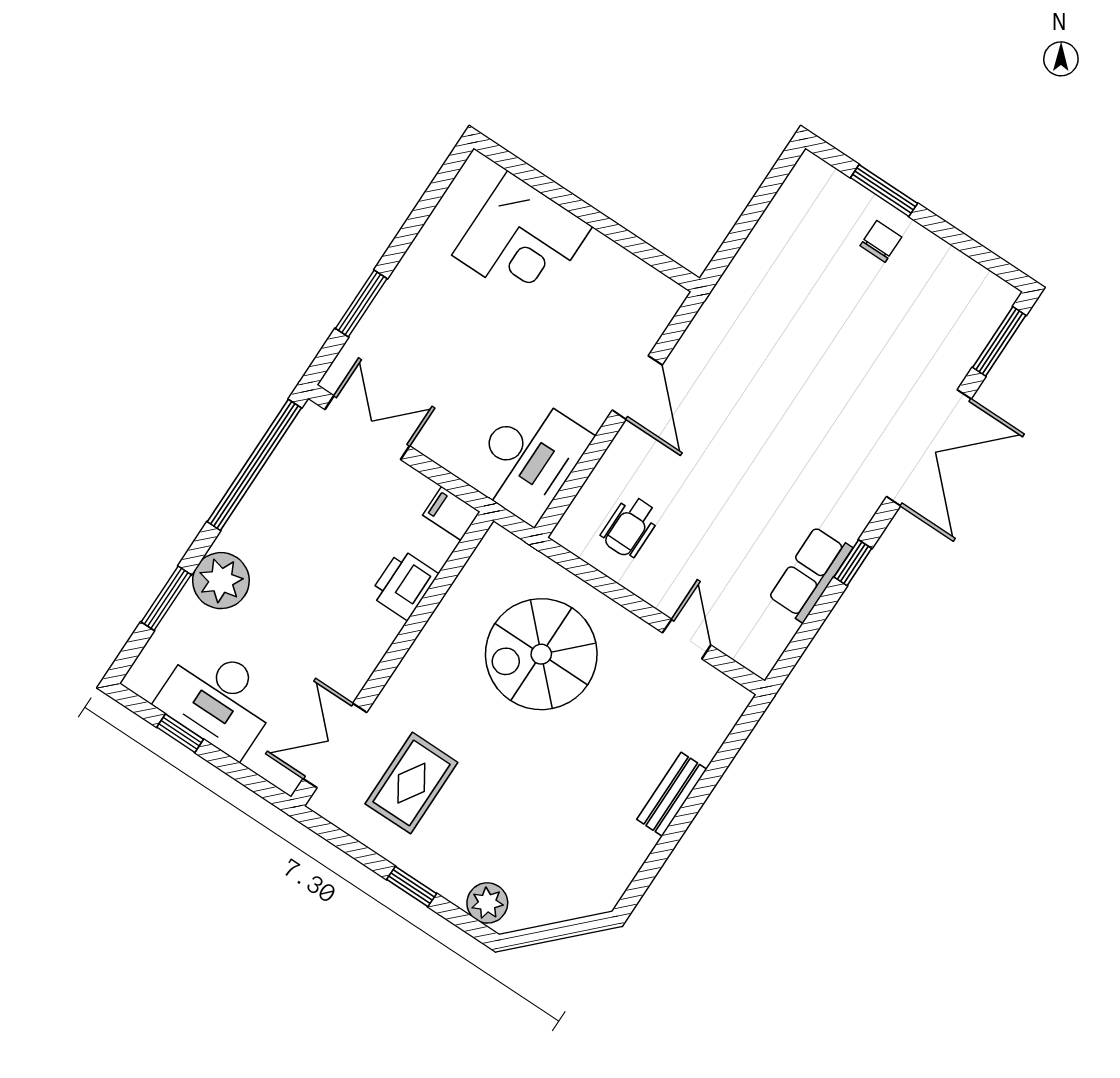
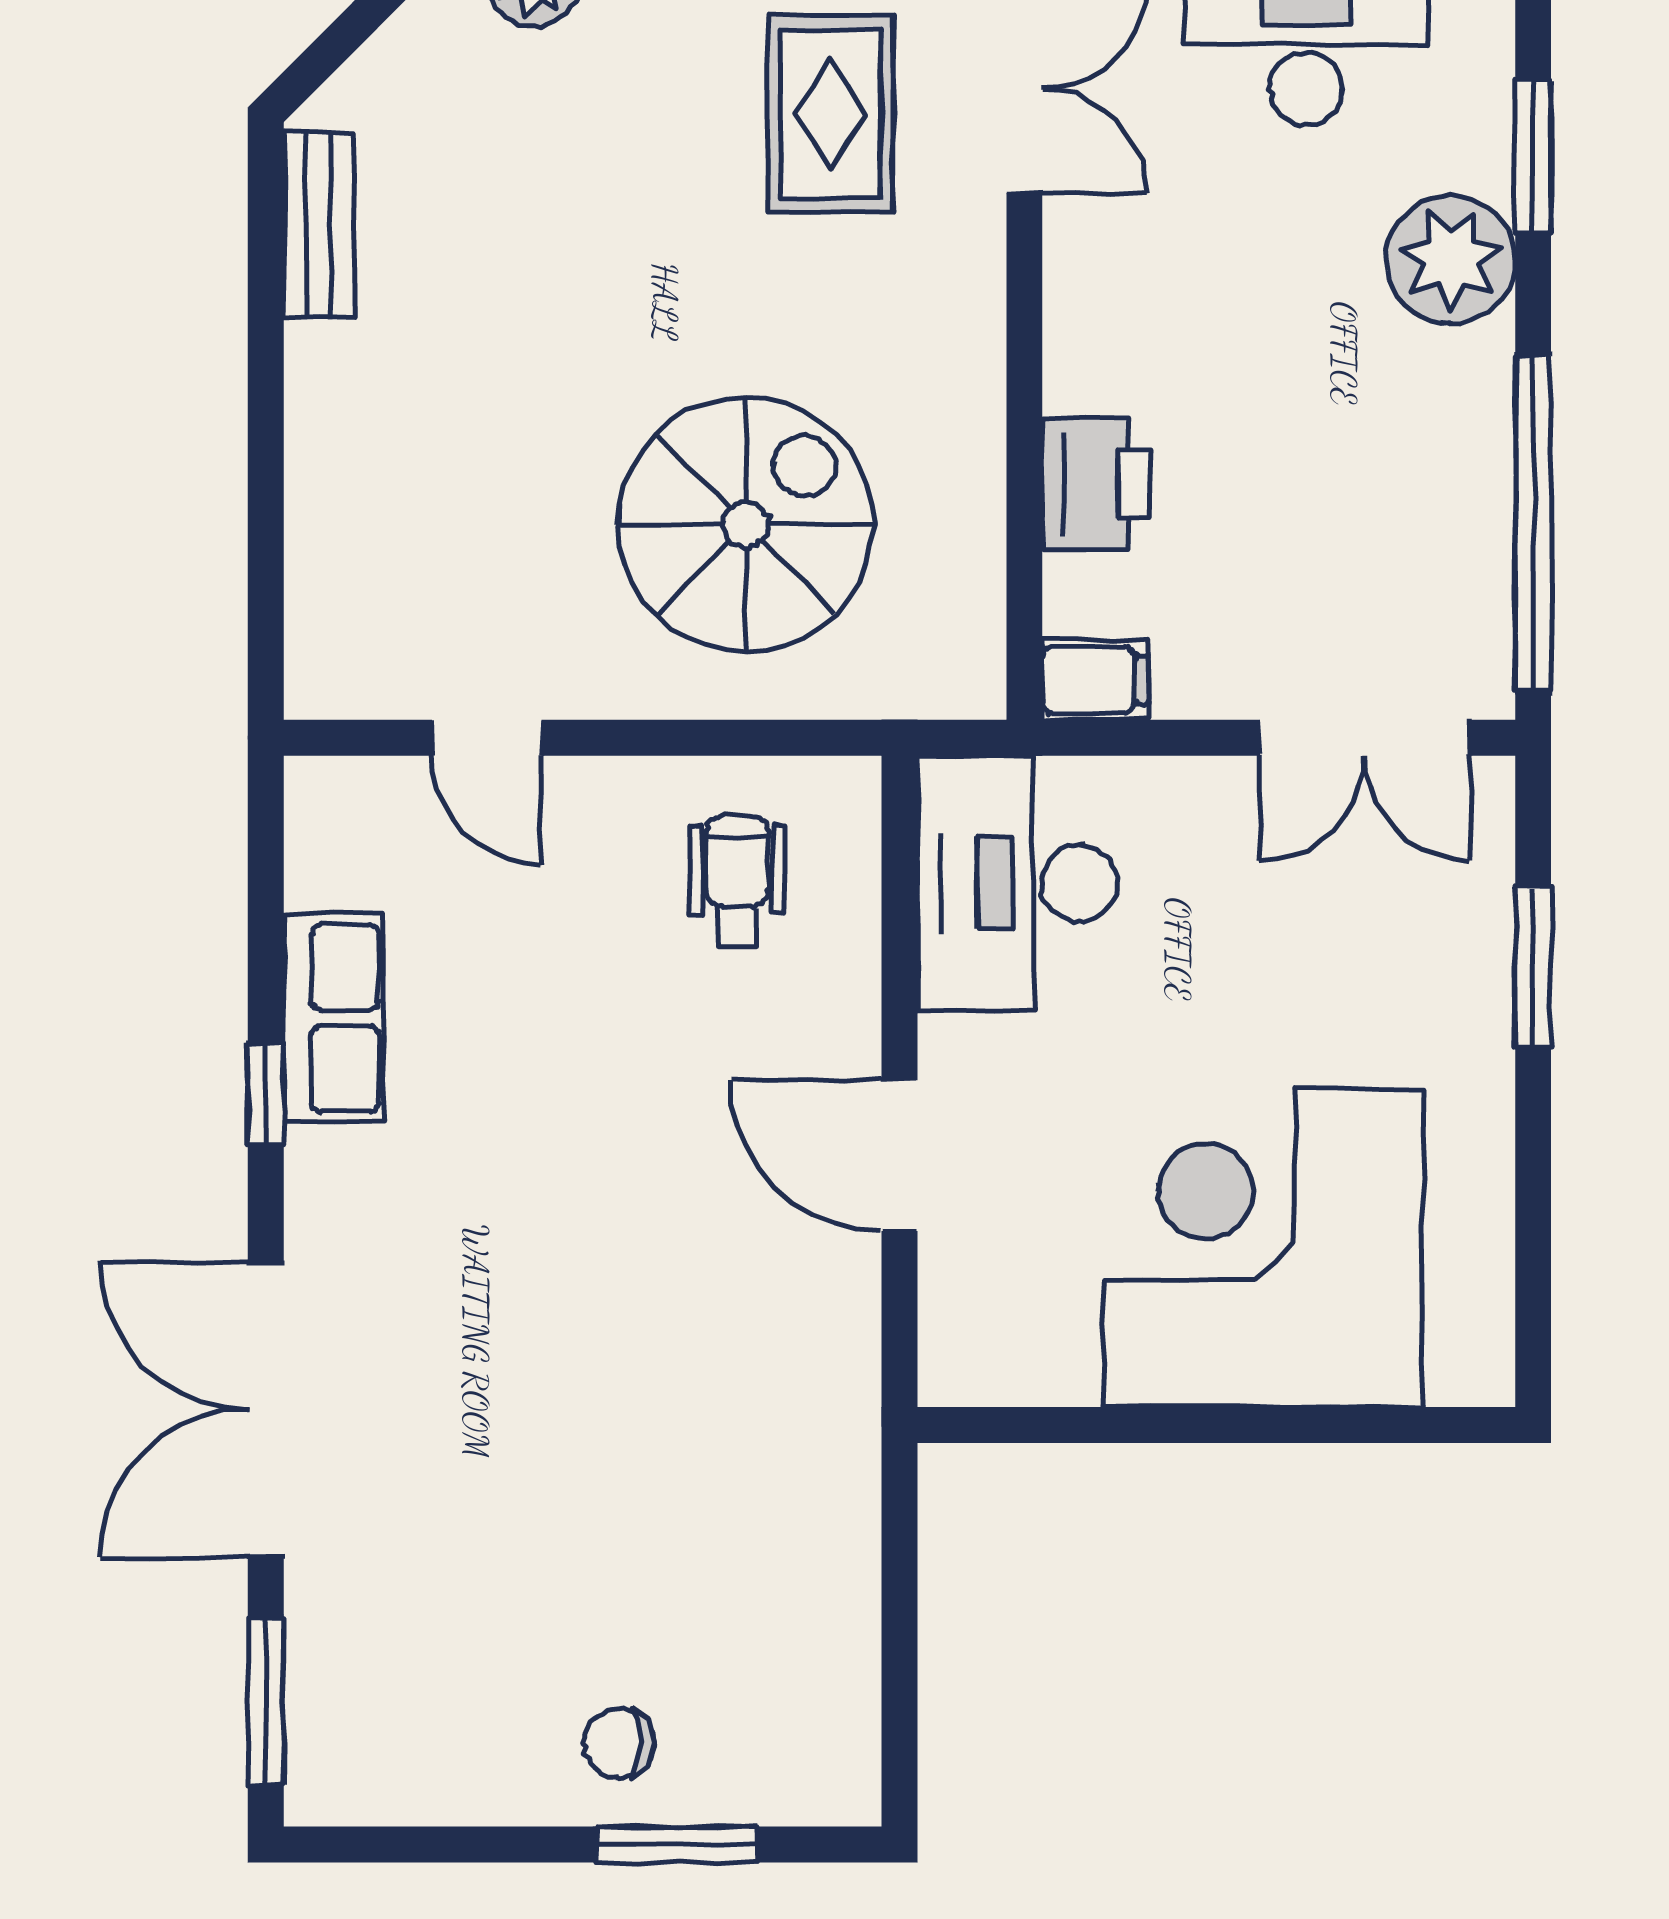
corner desk: (522, 241) -> (1263, 1248), width x1.36, depth x1.36
chair: (881, 241) -> (619, 1743), turned 90
bench: (672, 794) -> (319, 225), moved

